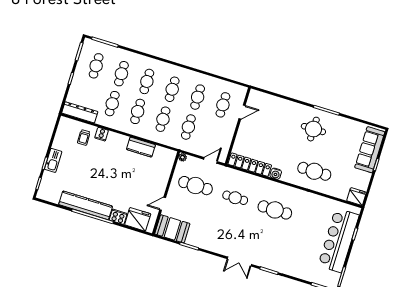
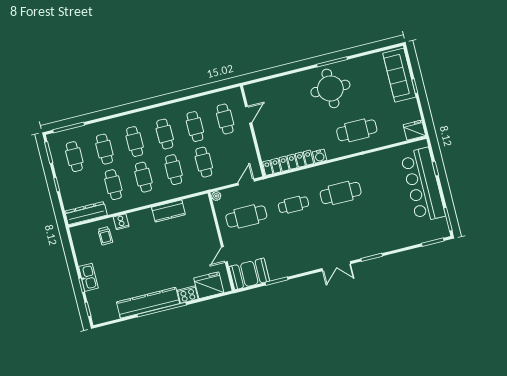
round table: (313, 129) -> (330, 88), width x1.36, depth x1.36

